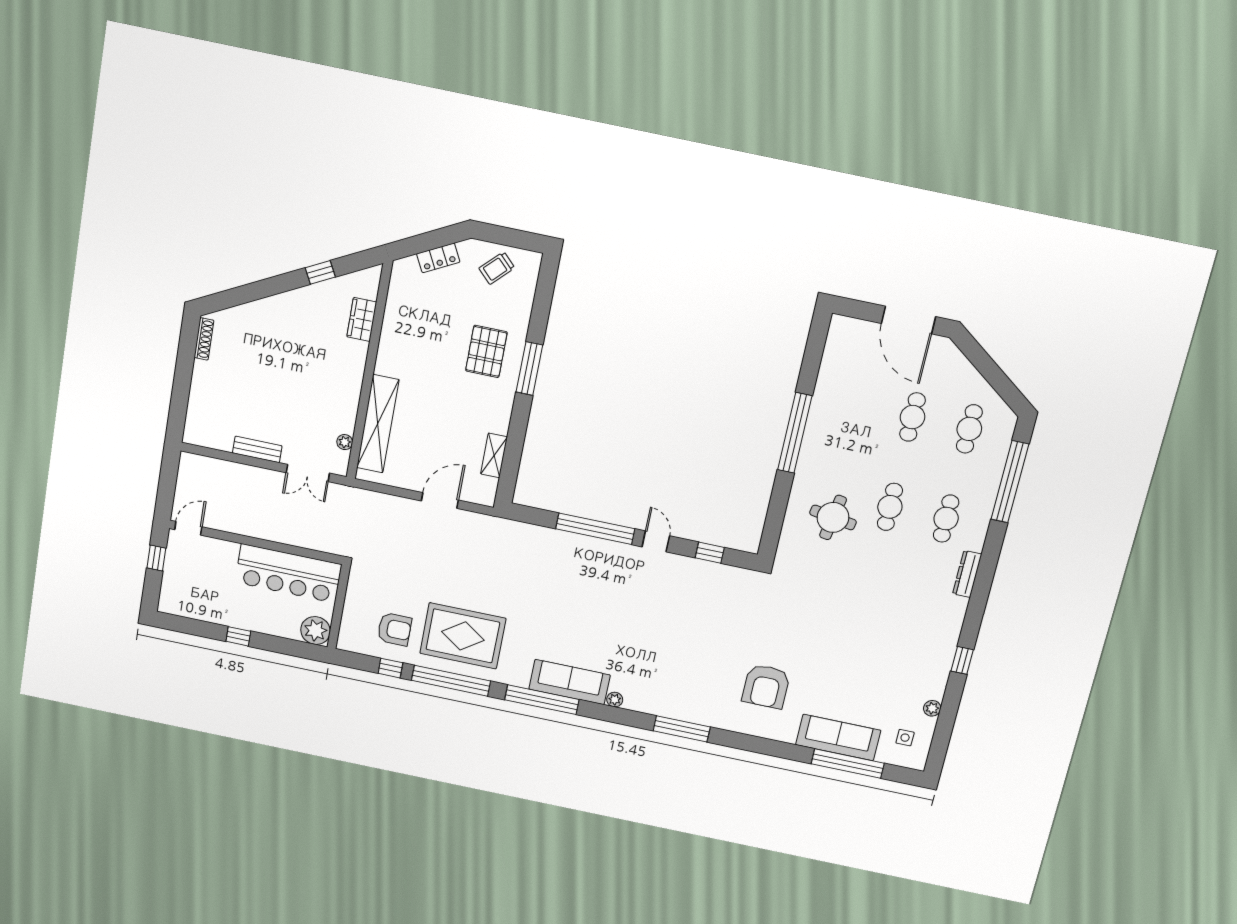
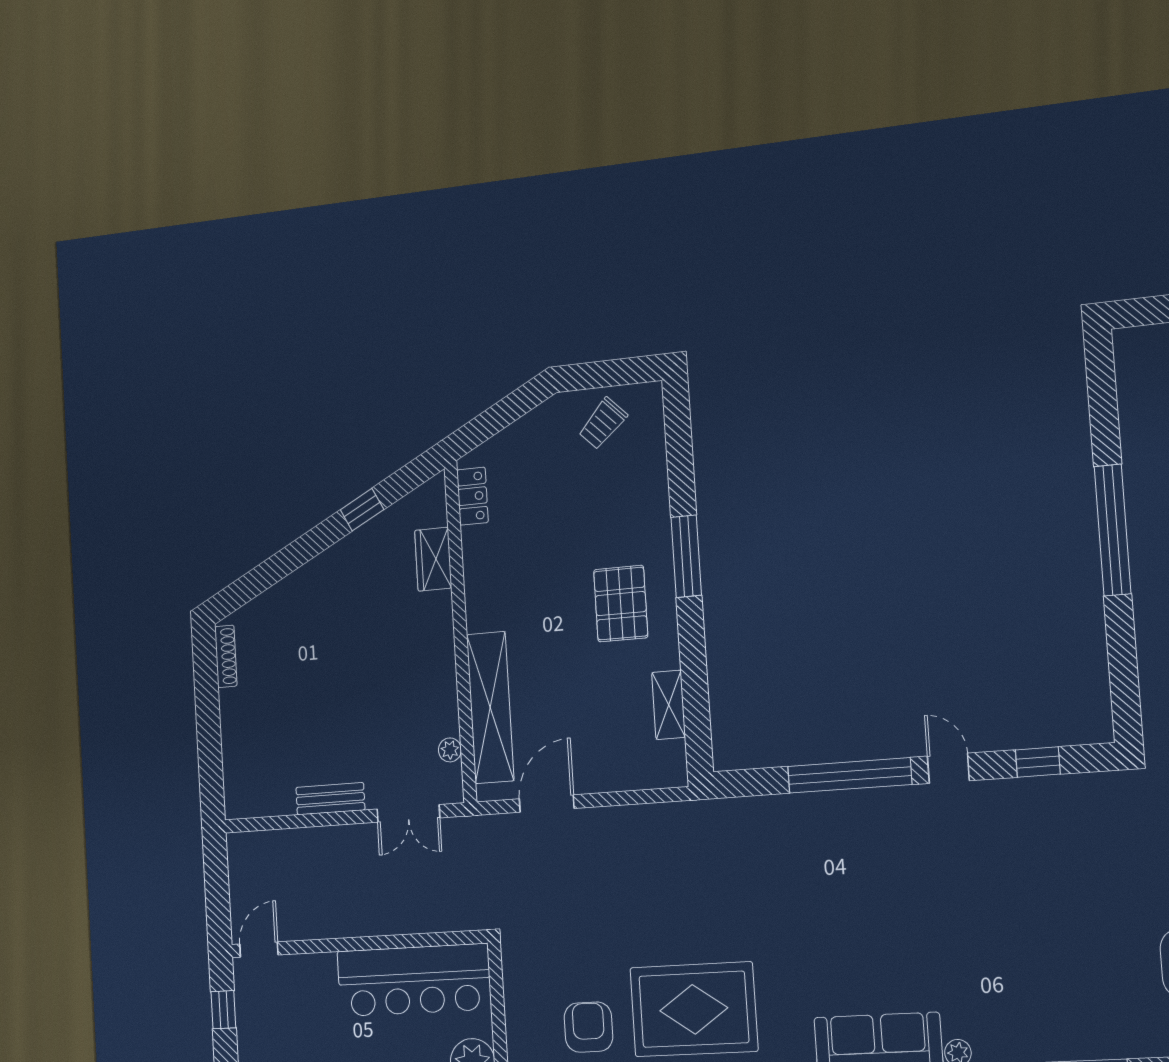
locker: (438, 258) -> (472, 496), moved, turned -63
pallet: (486, 351) -> (621, 604), moved
door: (440, 500) -> (547, 804), moved
armchair: (394, 629) -> (588, 1027), turned -90

